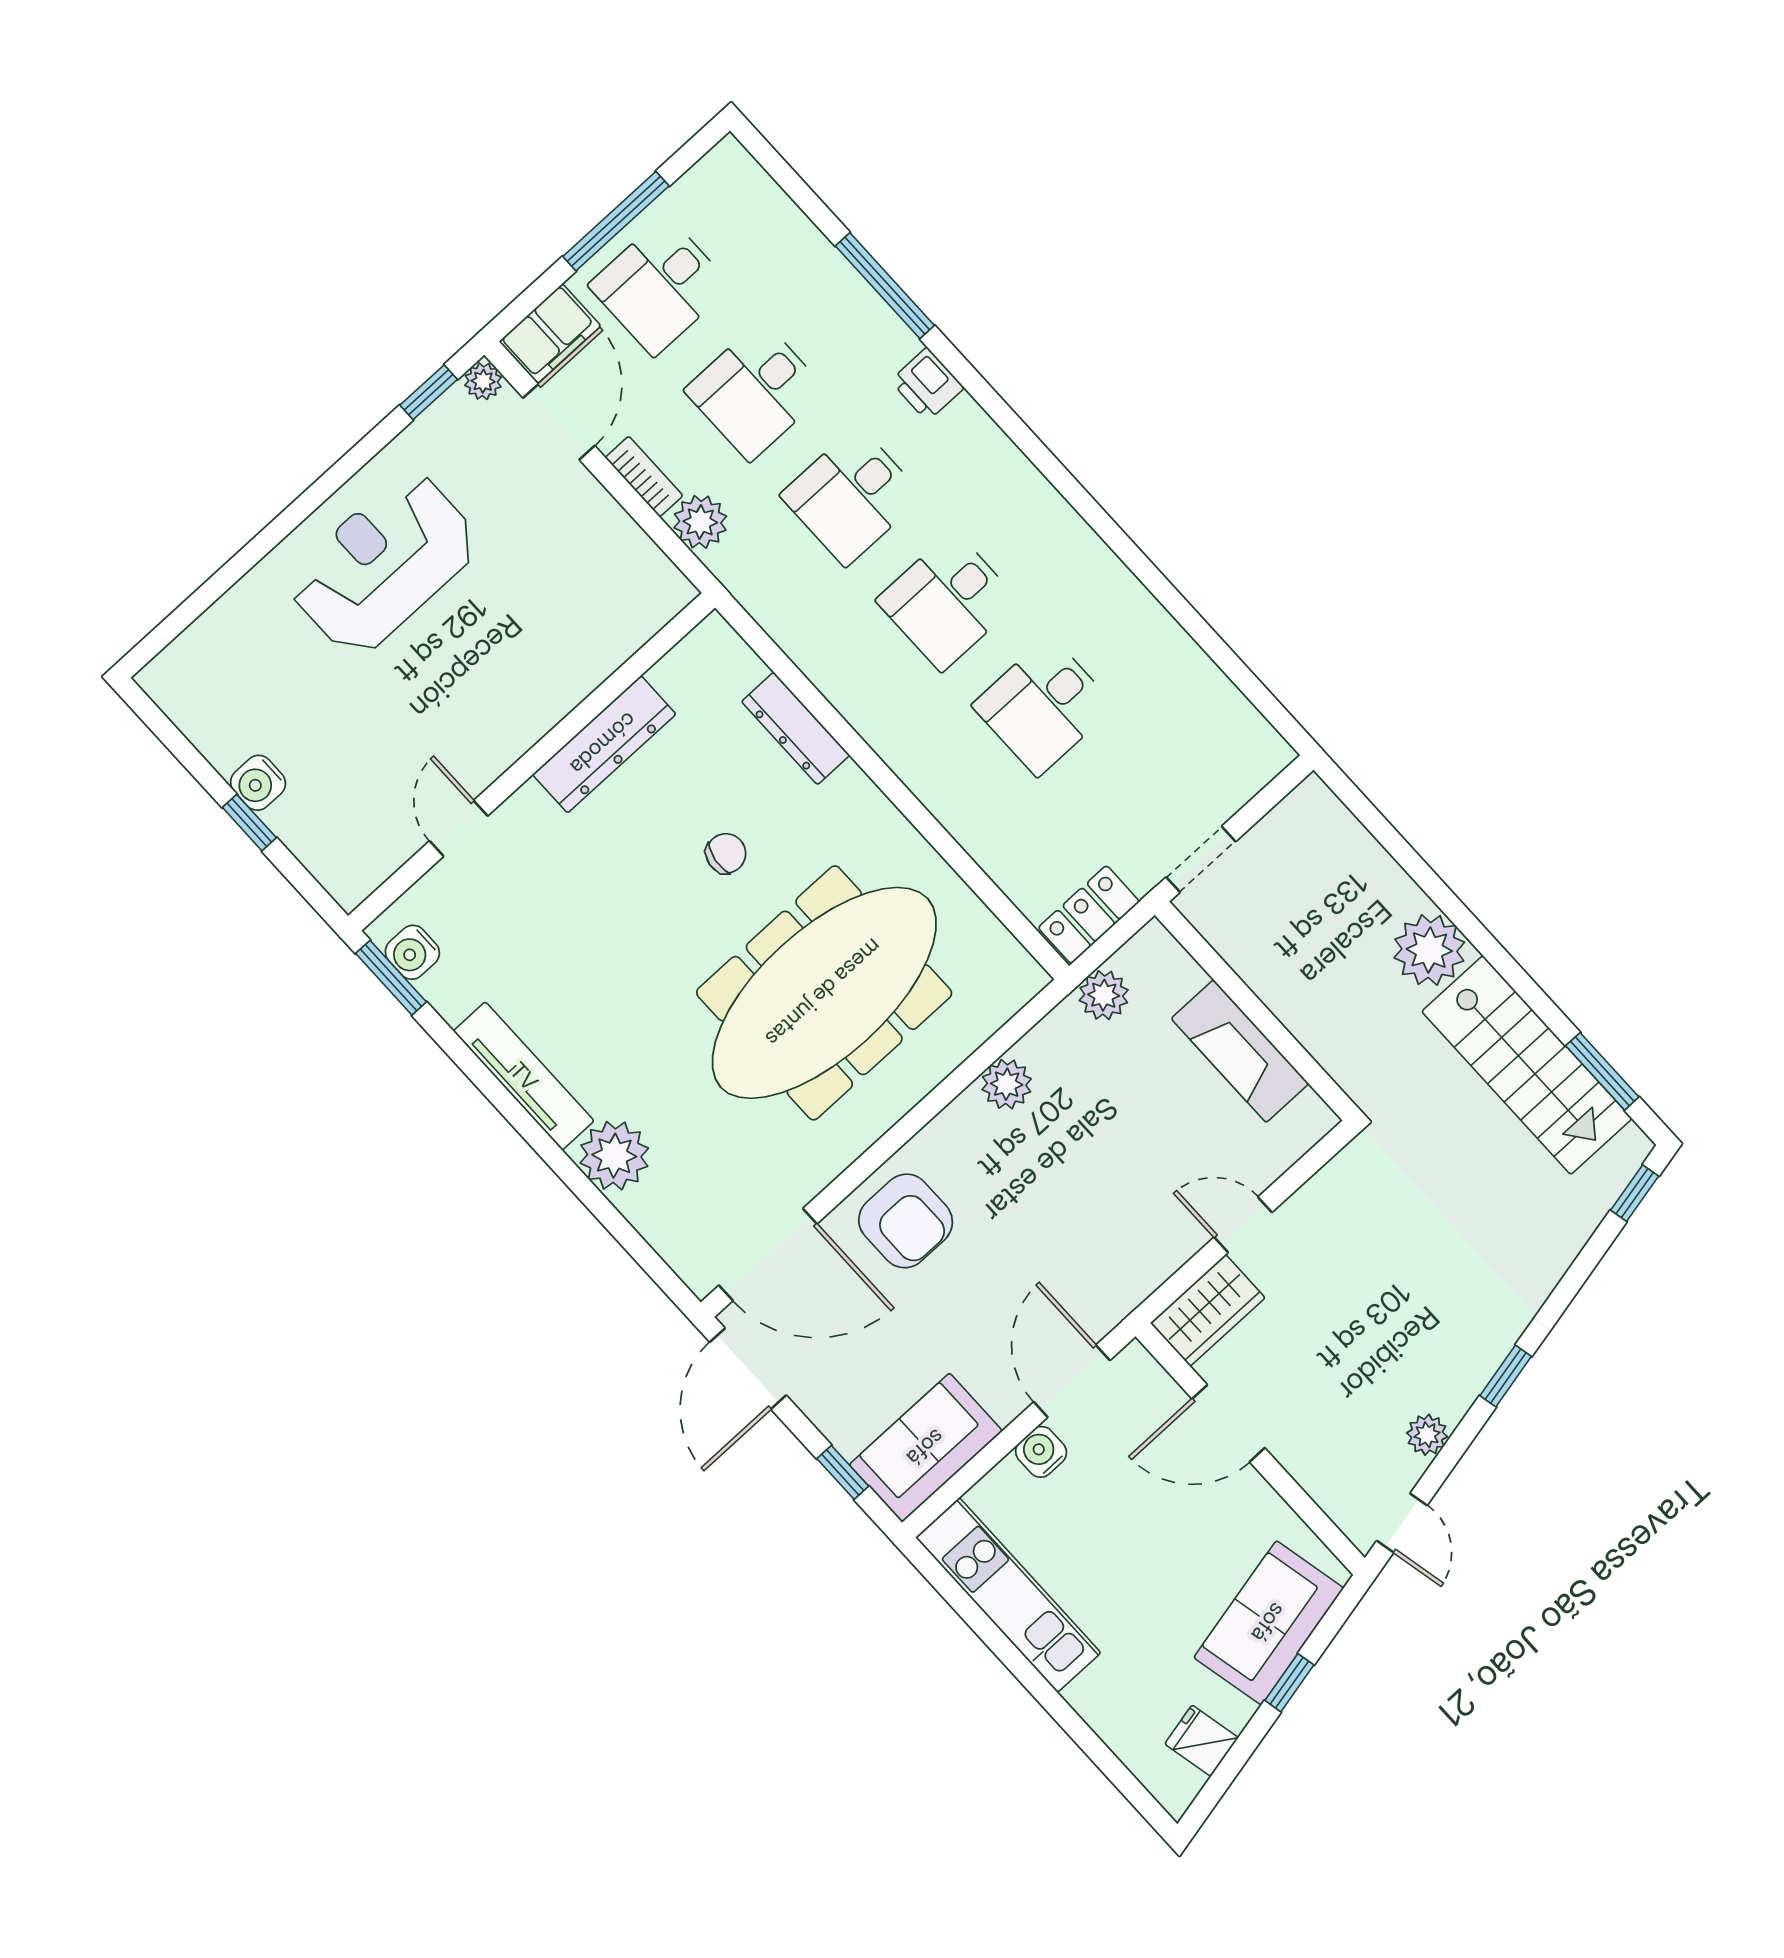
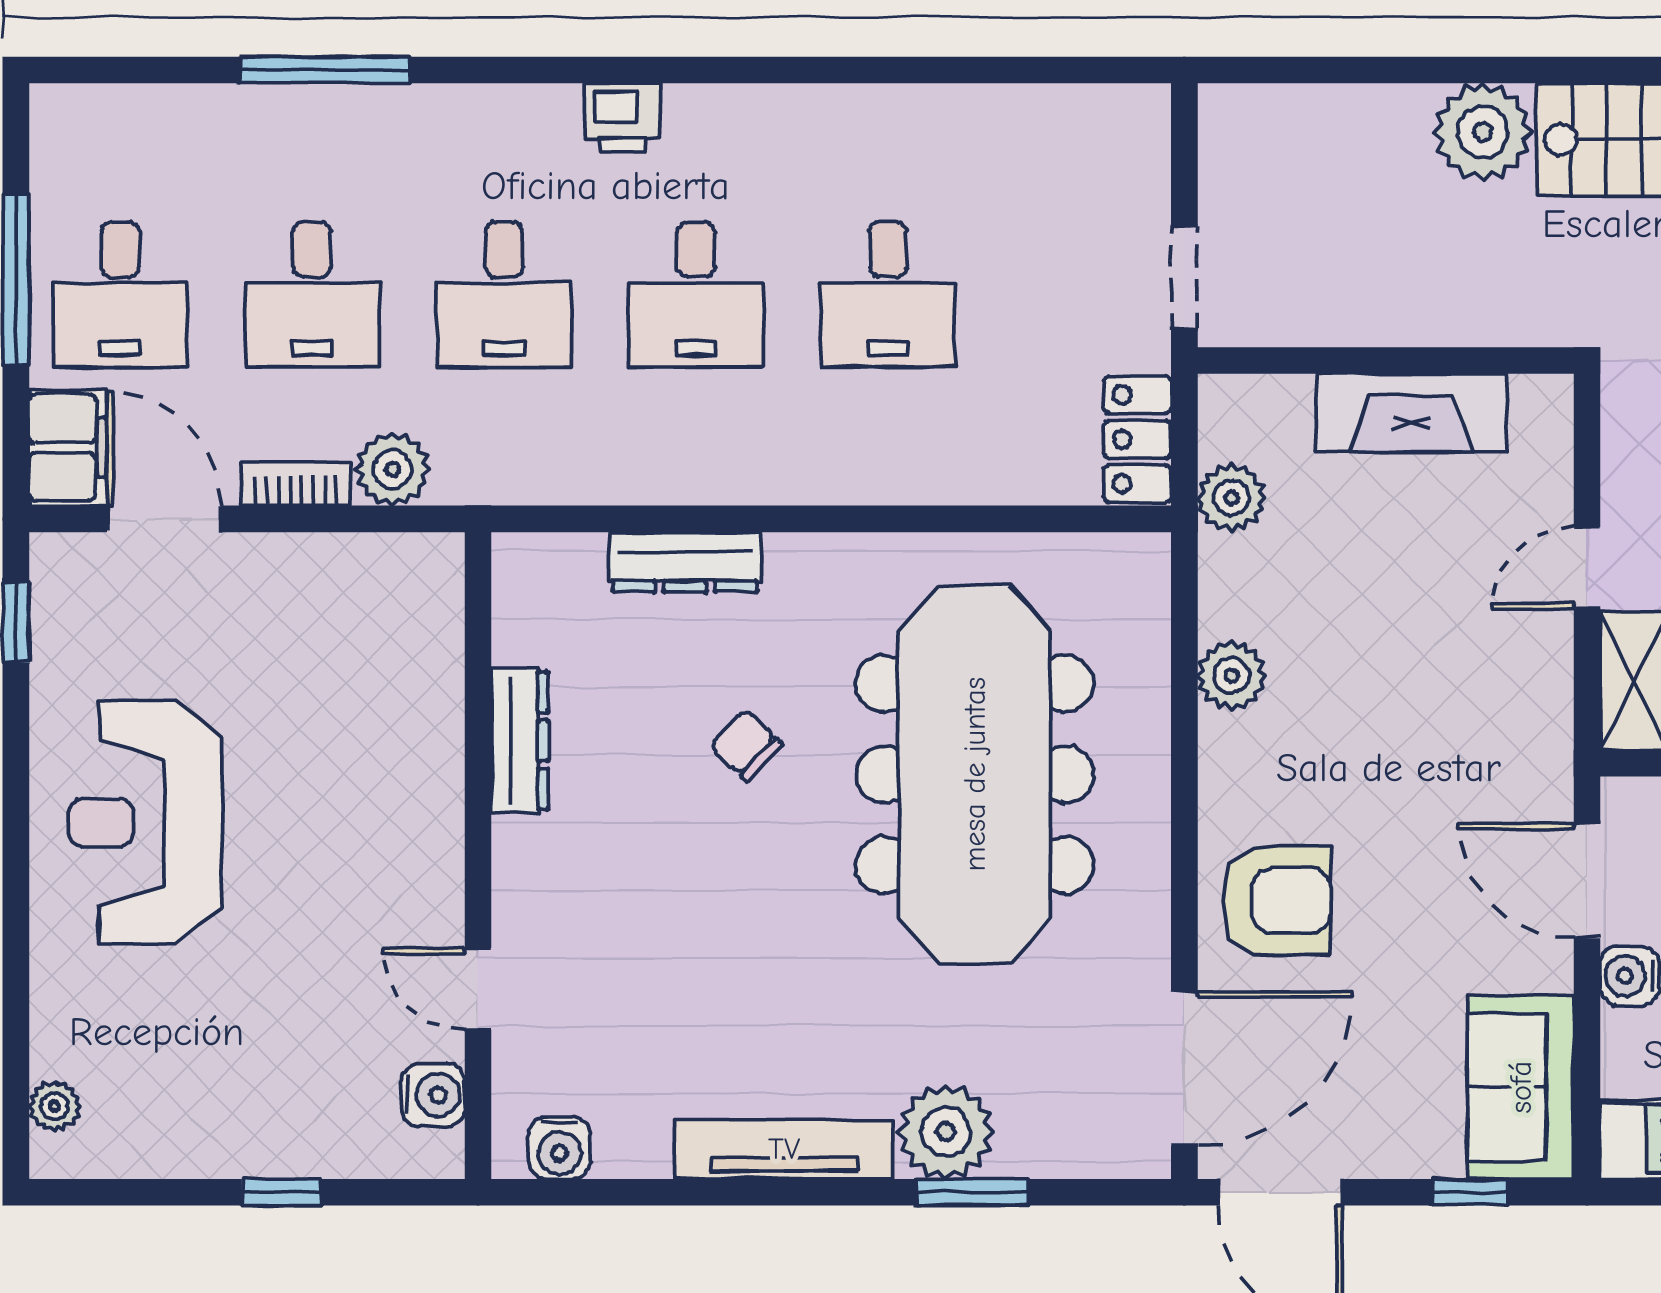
plant: (483, 381) -> (54, 1106), moved
printer: (927, 384) -> (622, 118), moved
dresser: (604, 744) -> (520, 741), width x0.73, depth x0.80
water cooler: (258, 783) -> (433, 1095), moved, turned -90
chair: (726, 853) -> (746, 745), turned -55
window: (391, 978) -> (973, 1192), moved

